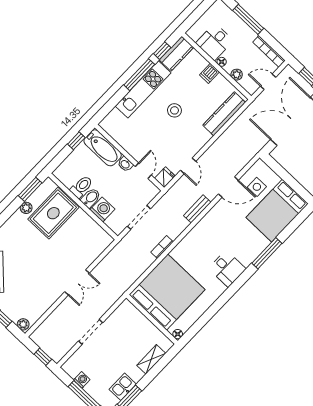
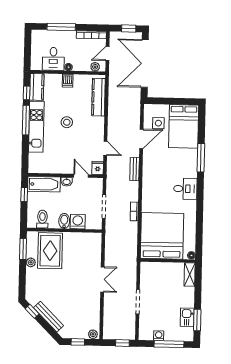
plant: (237, 75) -> (95, 67), moved
toilet: (81, 187) -> (42, 219), moved
shelving: (151, 359) -> (190, 275), moved

